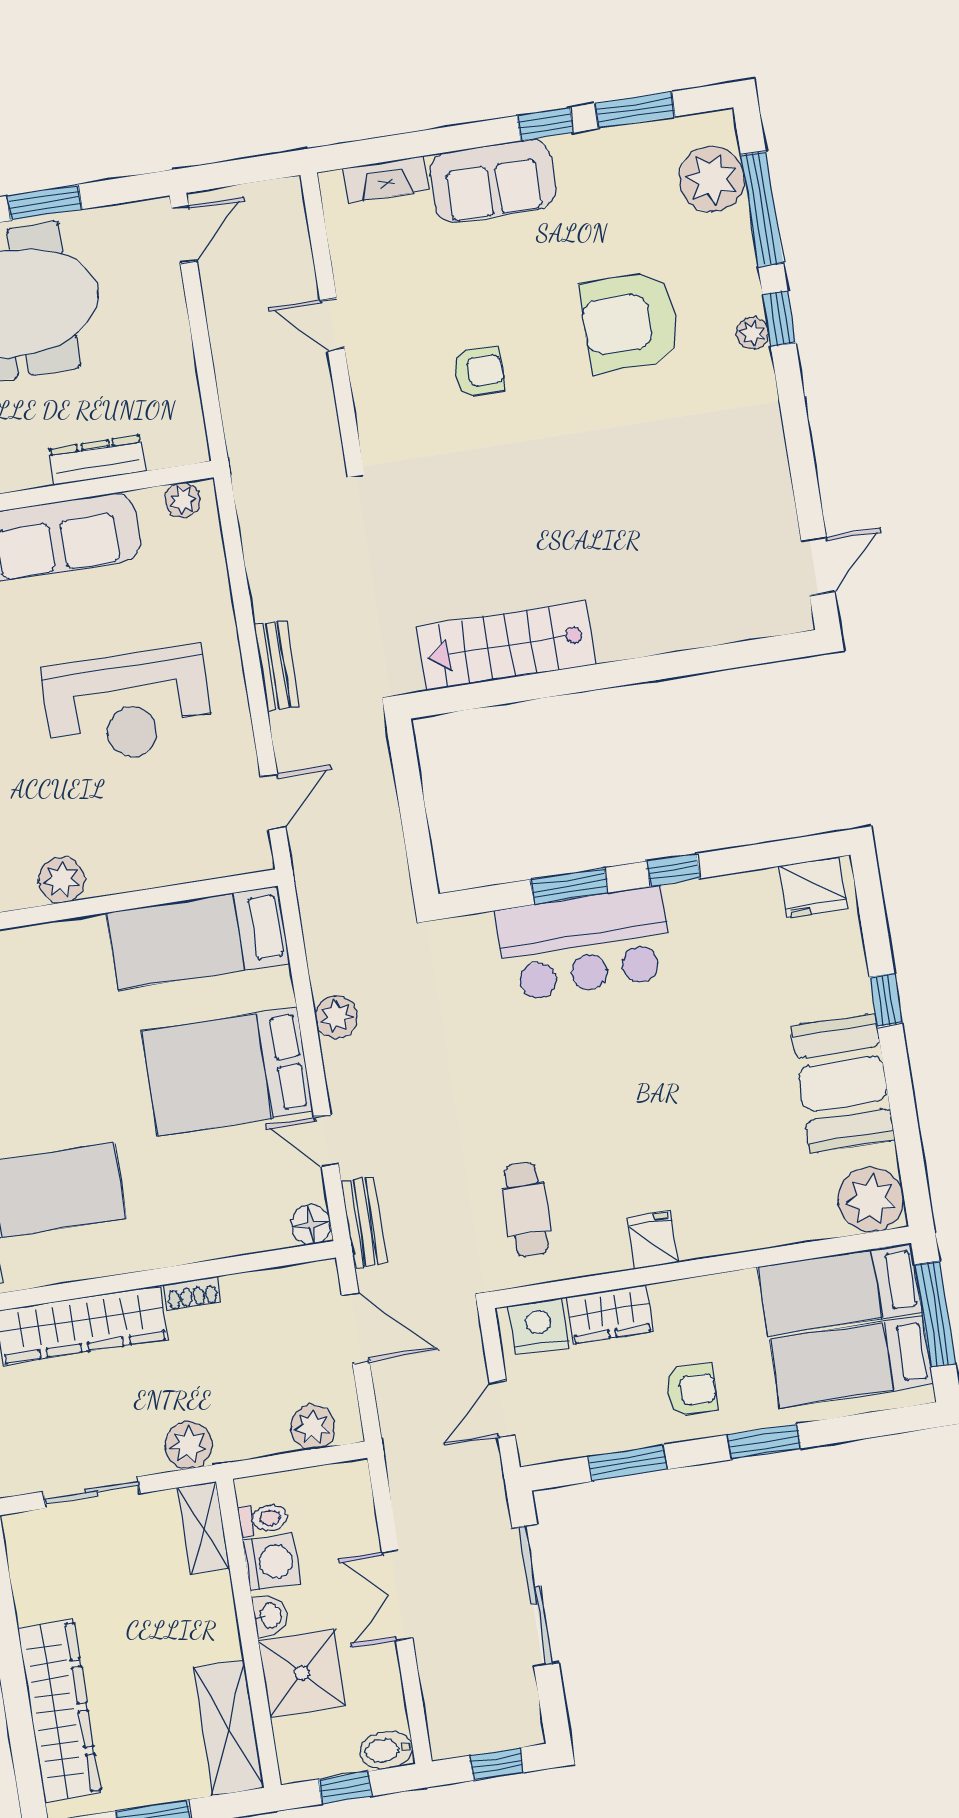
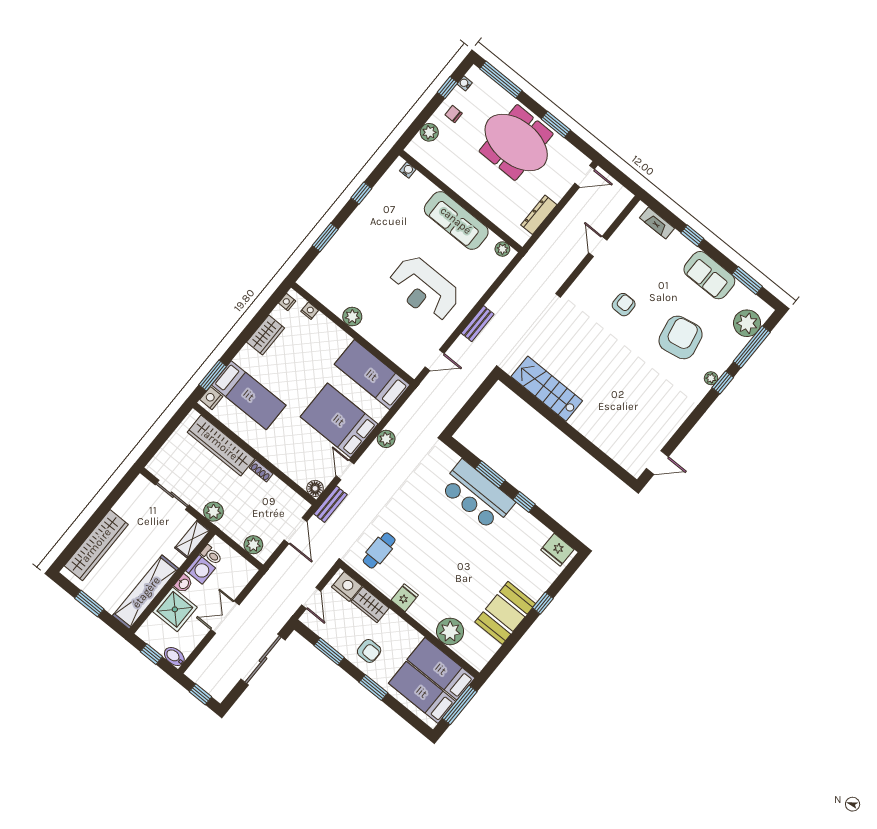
window: (545, 124) -> (692, 236), moved
sofa: (493, 181) -> (709, 275), moved
armchair: (630, 322) -> (681, 337), turned 79
armchair: (479, 372) -> (624, 305), turned -90
dresser: (97, 460) -> (539, 215), moved, turned -90
plant: (871, 1200) -> (450, 631), moved
door: (502, 1409) -> (311, 598), swing flipped
shelving: (229, 1728) -> (146, 592), width x1.47

